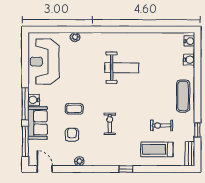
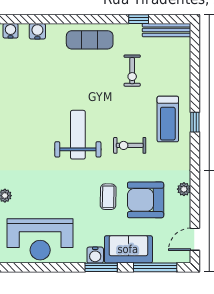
weight bench: (122, 68) -> (78, 135), moved
window: (25, 104) -> (101, 267), width x0.69
armchair: (72, 135) -> (146, 200), width x1.88, depth x1.88
treadmill: (157, 149) -> (168, 119), moved
bench: (190, 154) -> (166, 30), width x1.36

